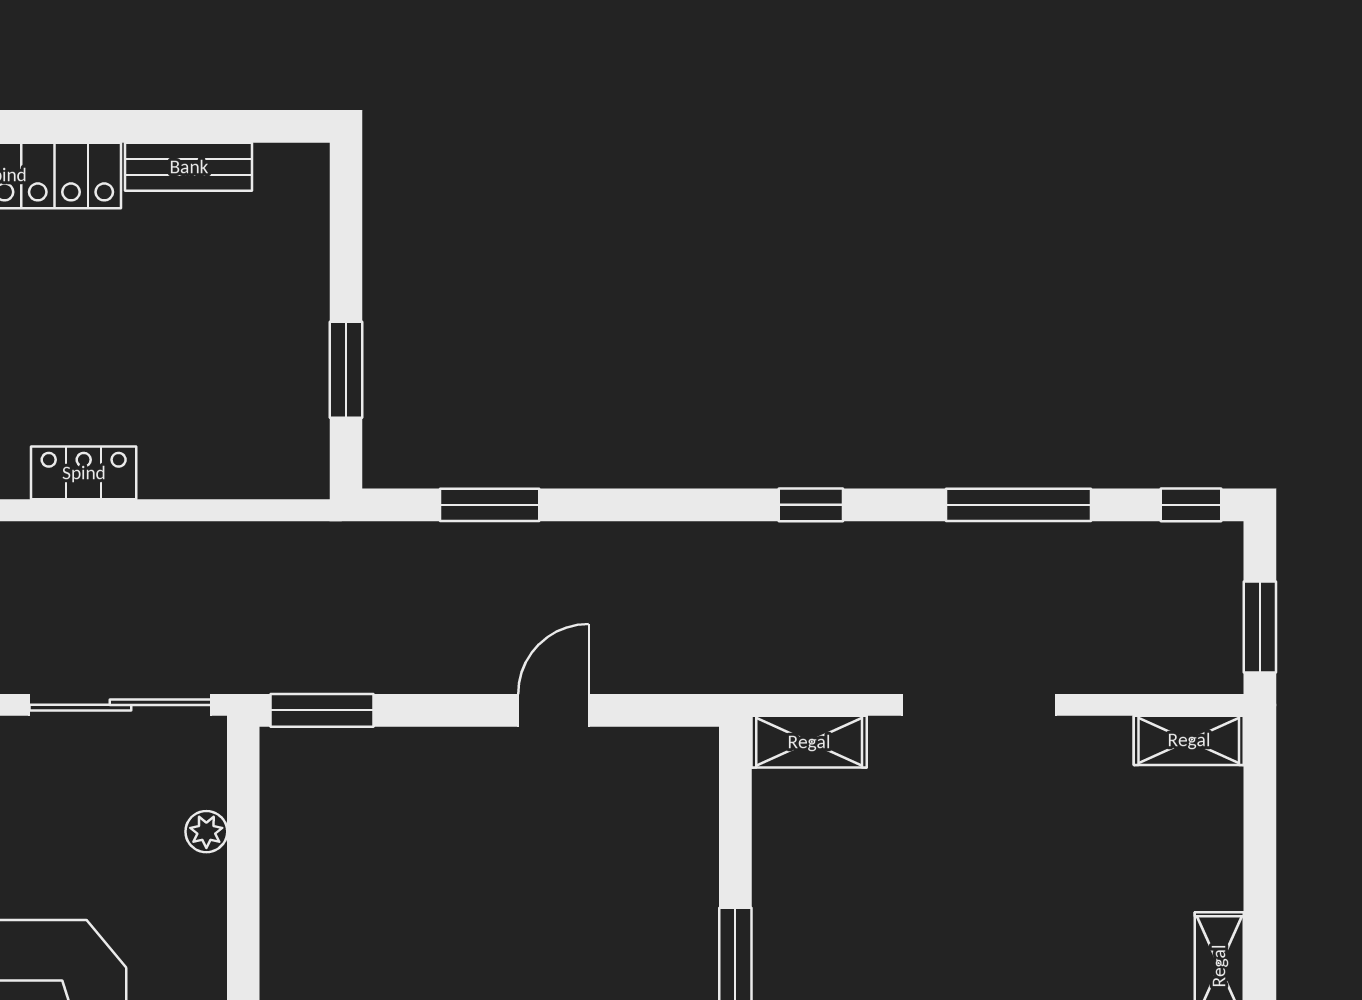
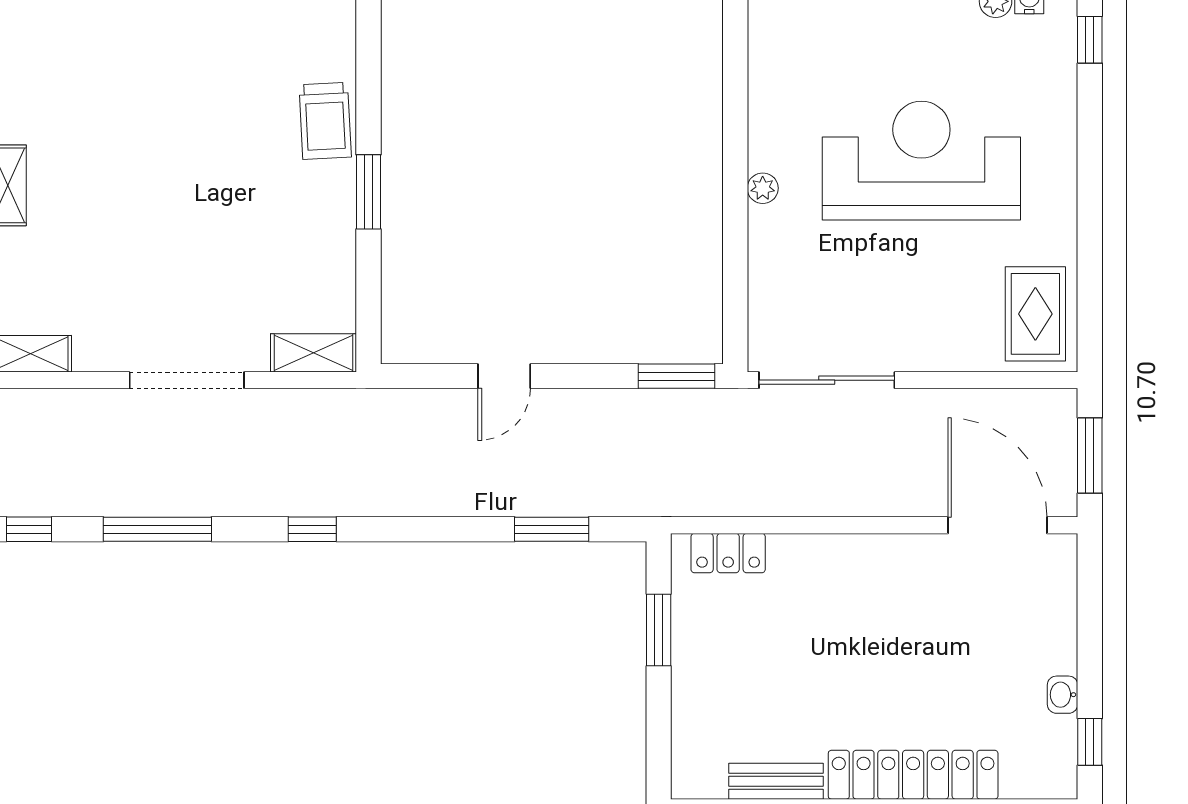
locker: (84, 473) -> (728, 553), moved
plant: (206, 832) -> (763, 188), moved

